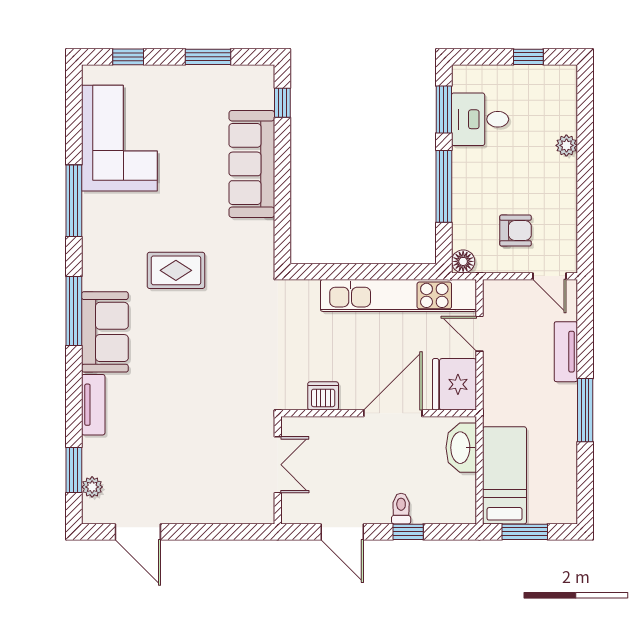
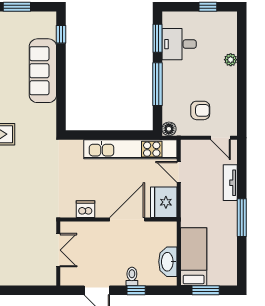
washbasin: (461, 448) -> (168, 262), moved

